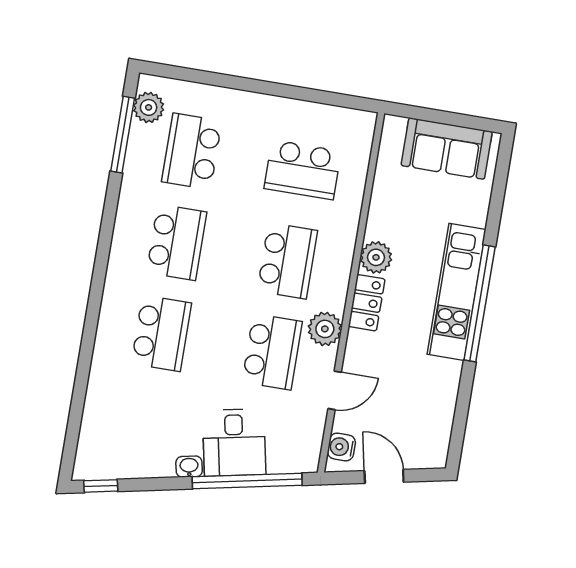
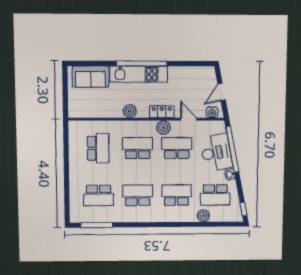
plant: (149, 107) -> (203, 216), moved
sofa: (447, 149) -> (90, 77), moved, turned 90
locker: (367, 303) -> (162, 112), moved
school desk: (146, 424) -> (215, 195), added
desk: (234, 443) -> (216, 153), width x1.37

